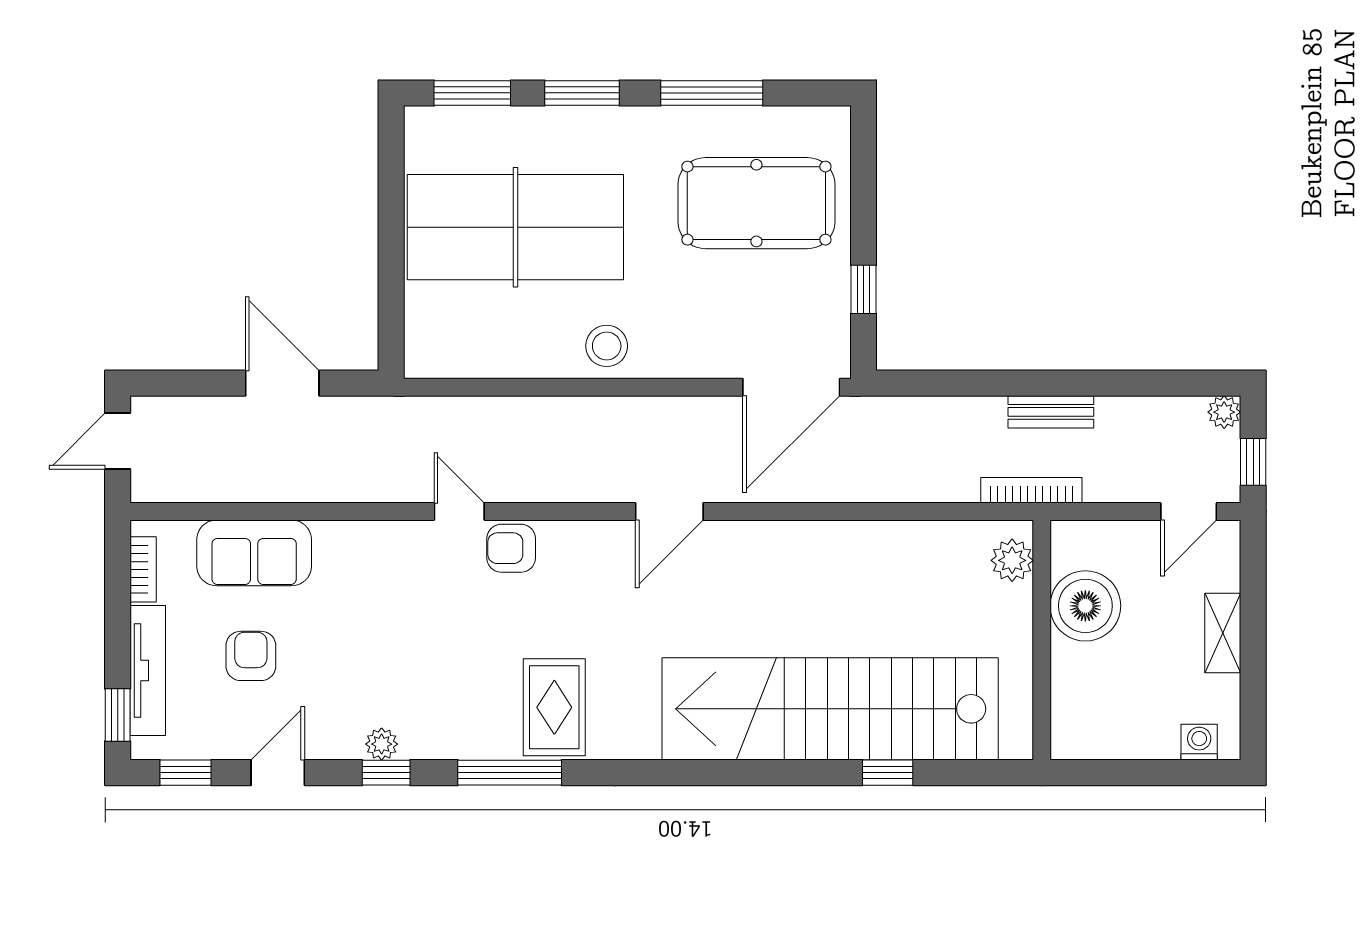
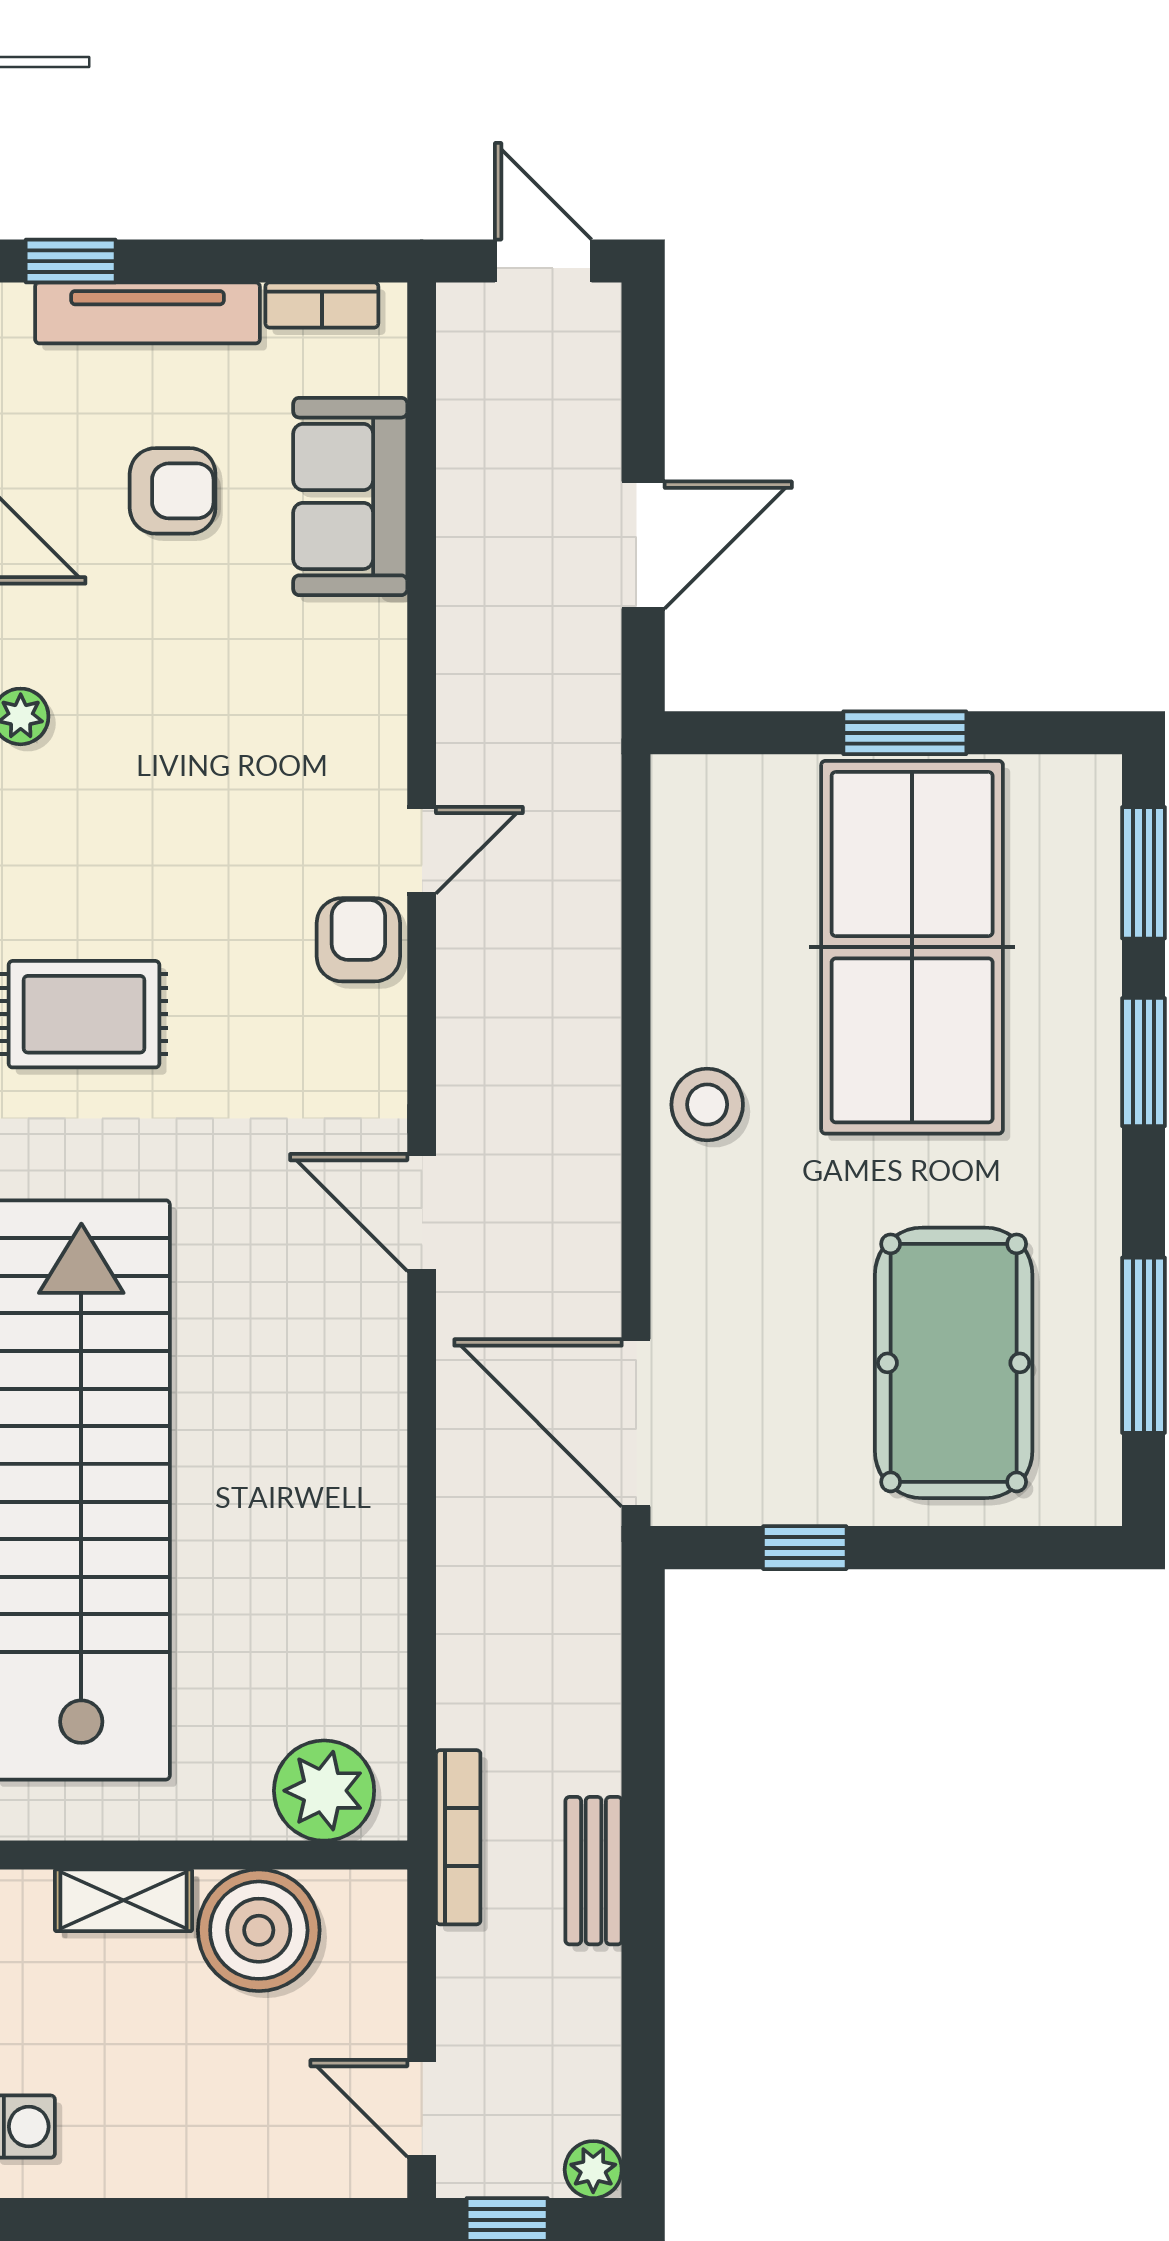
window: (712, 93) -> (1144, 1345), moved
window: (391, 231) -> (905, 733), added
plant: (1012, 560) -> (324, 1791), width x1.36, depth x1.36
shelving: (1223, 633) -> (124, 1900), moved

